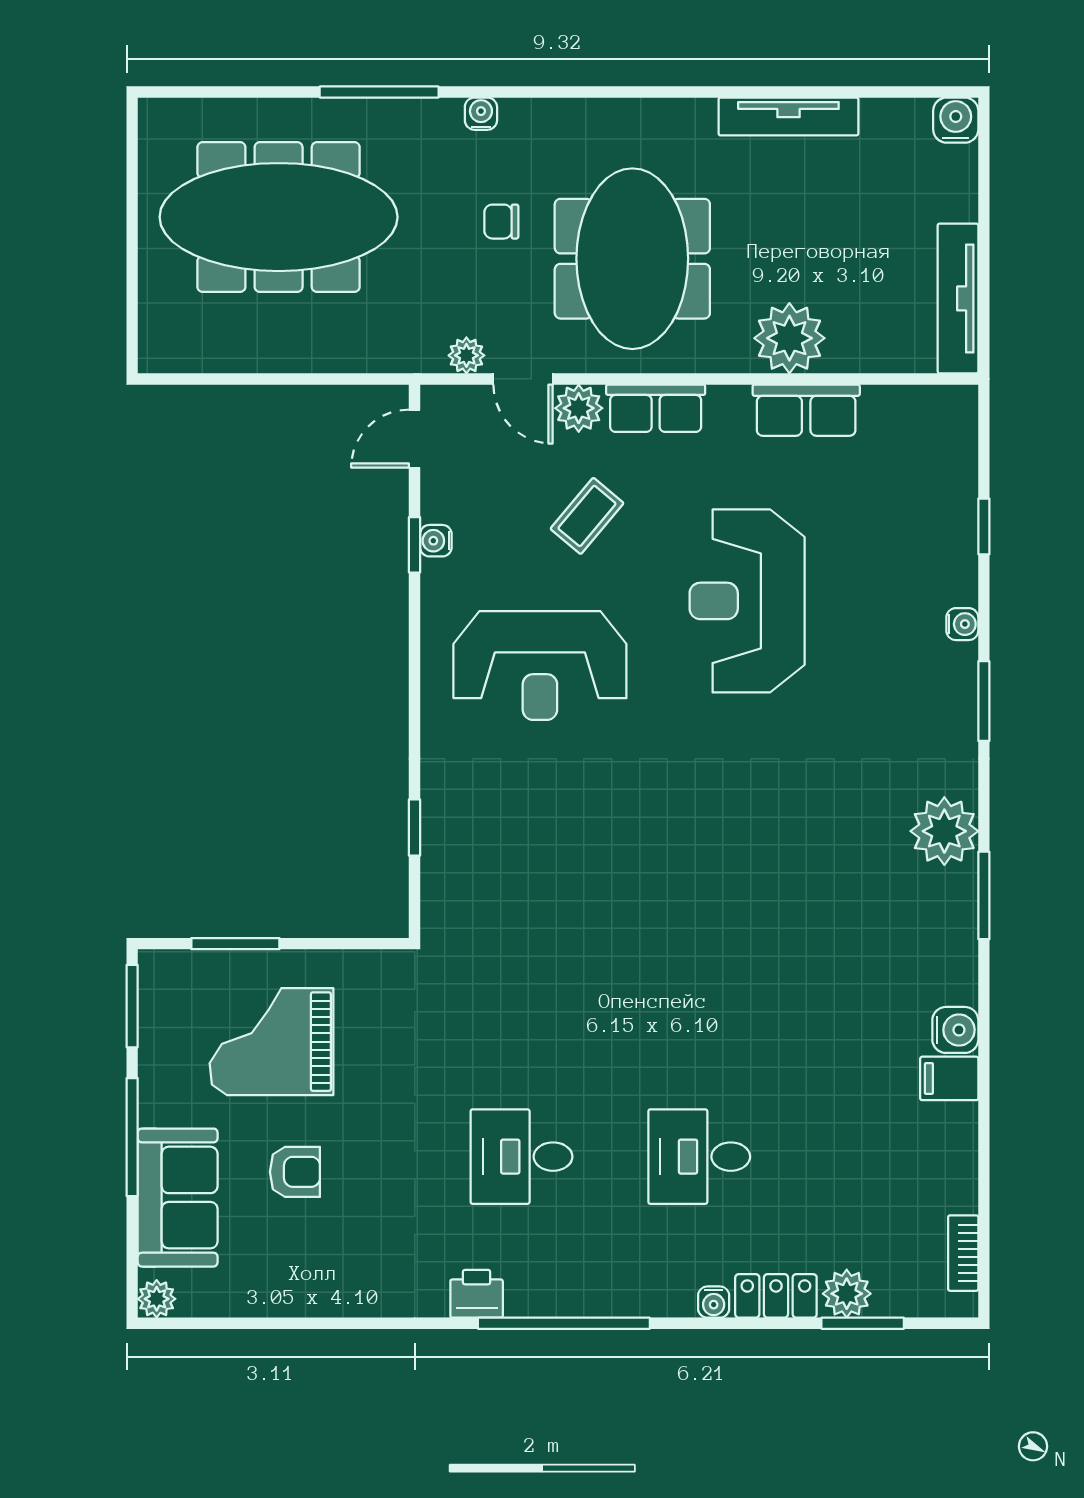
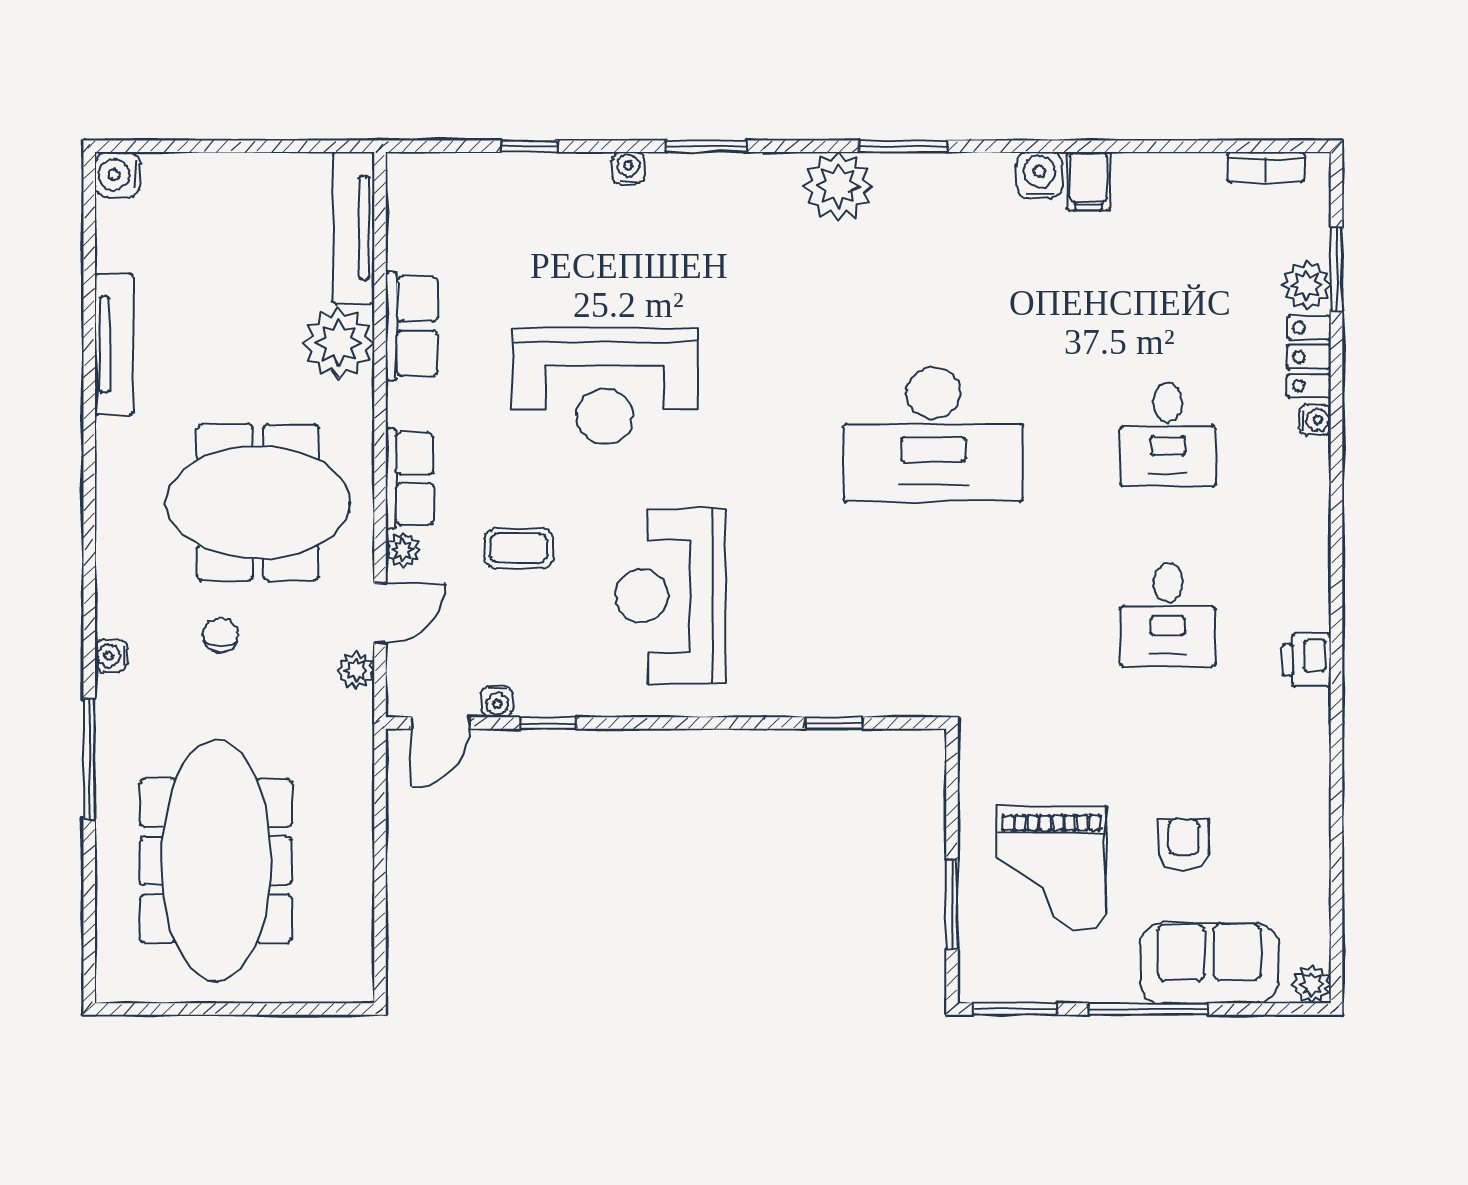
chair: (501, 222) -> (220, 635), turned 180
tv unit: (958, 298) -> (354, 228), moved, turned 90
plant: (579, 408) -> (403, 550), width x0.73, depth x0.73
door: (415, 439) -> (440, 723), hinge flipped
coffee table: (587, 516) -> (519, 548), turned -40
water cooler: (436, 541) -> (497, 701), moved
reception desk: (540, 666) -> (670, 596), turned 180
desk: (699, 925) -> (933, 435), added
window: (564, 1323) -> (1337, 572), removed

